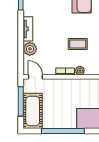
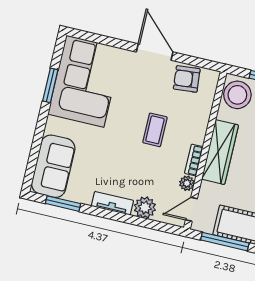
plant: (80, 71) -> (187, 183), moved
wardrobe: (74, 86) -> (220, 152), added

